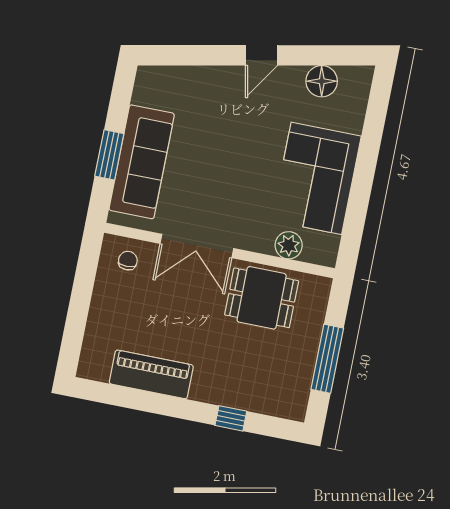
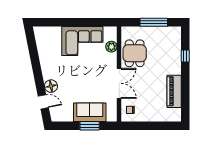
door: (262, 55) -> (43, 102), moved
floor lamp: (322, 81) -> (51, 86), moved
sofa: (142, 162) -> (90, 112), width x0.73

